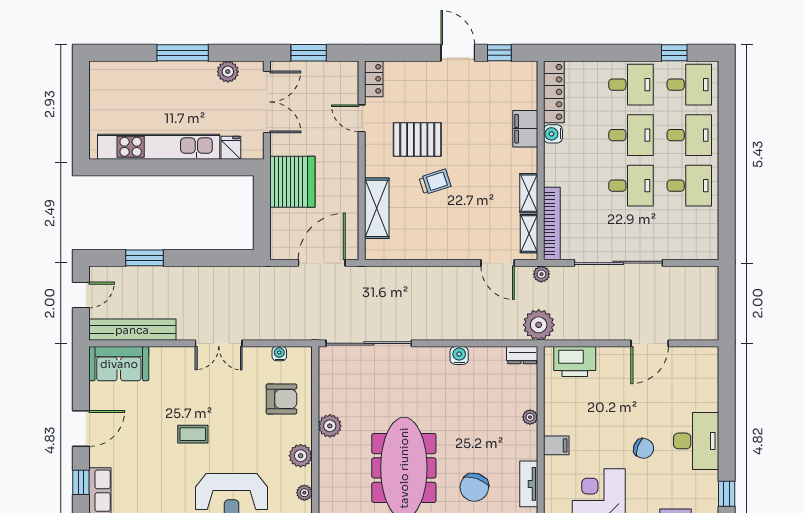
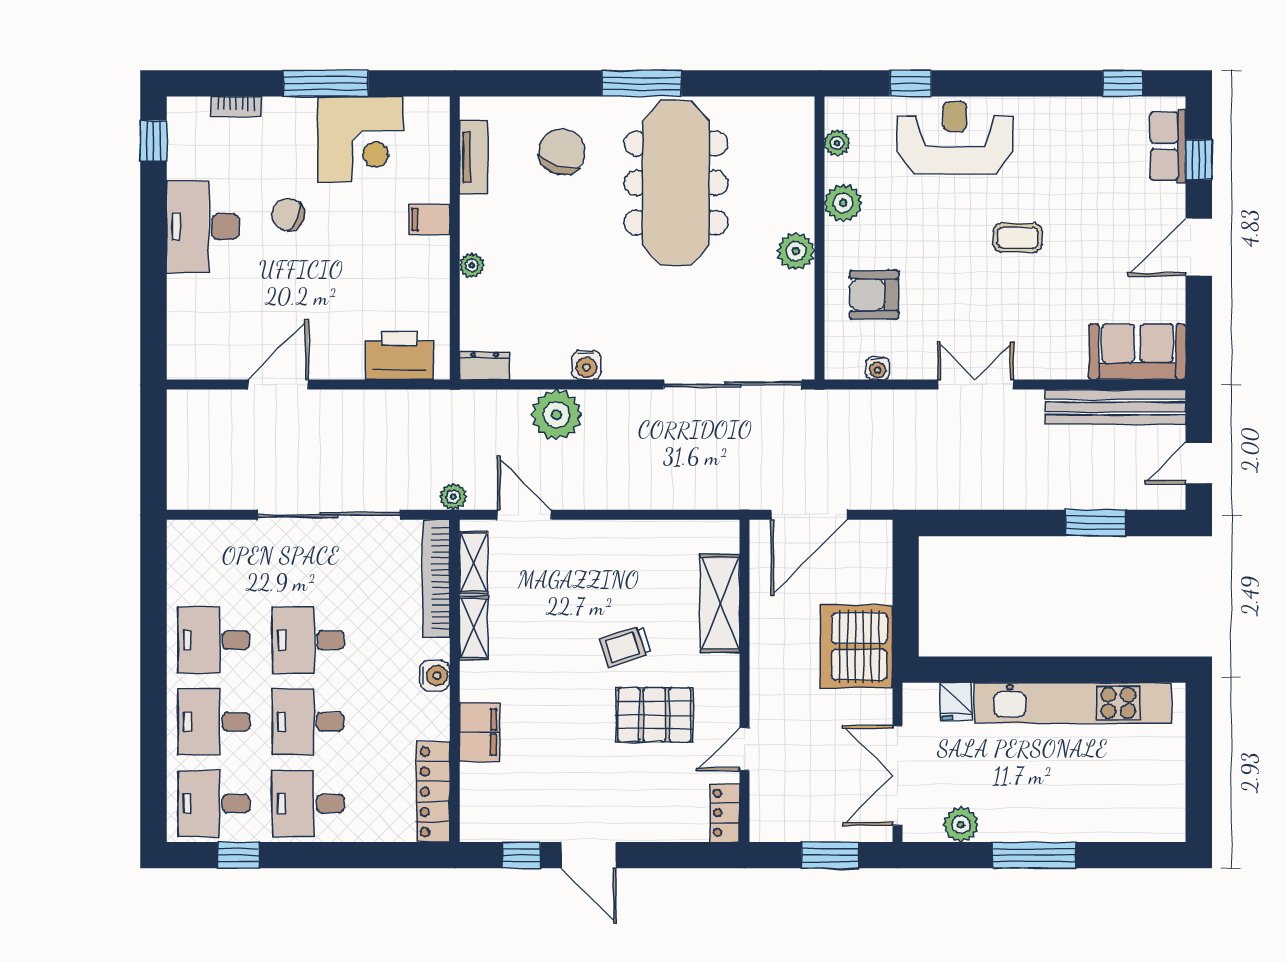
door: (362, 118) -> (745, 749), swing flipped
water cooler: (553, 134) -> (435, 676), moved
plant: (539, 325) -> (556, 415), moved

